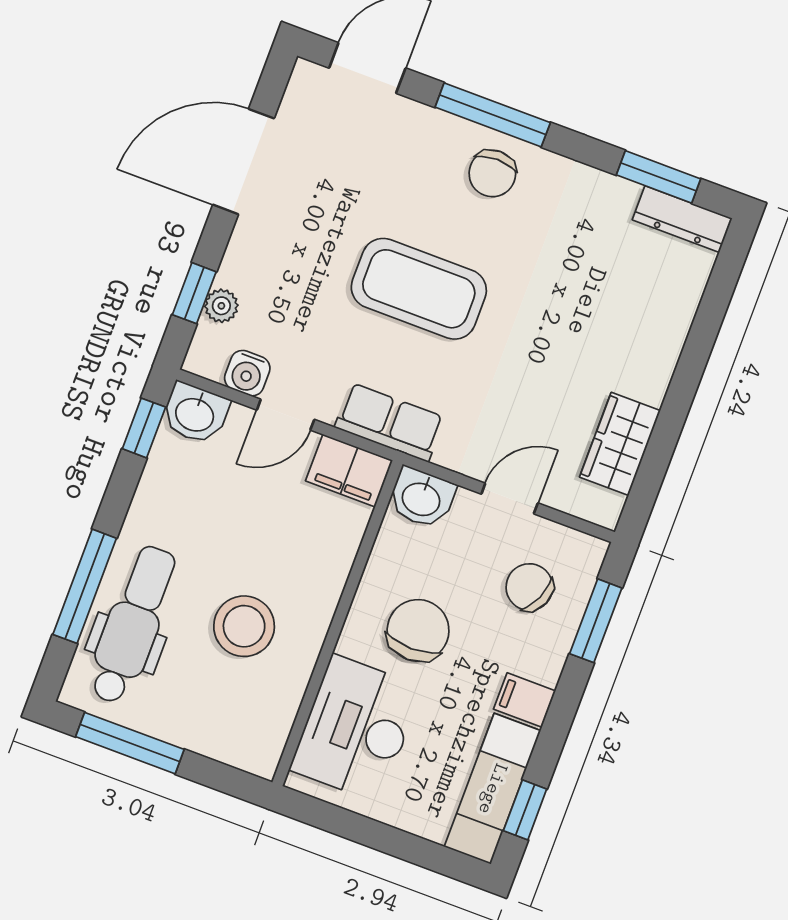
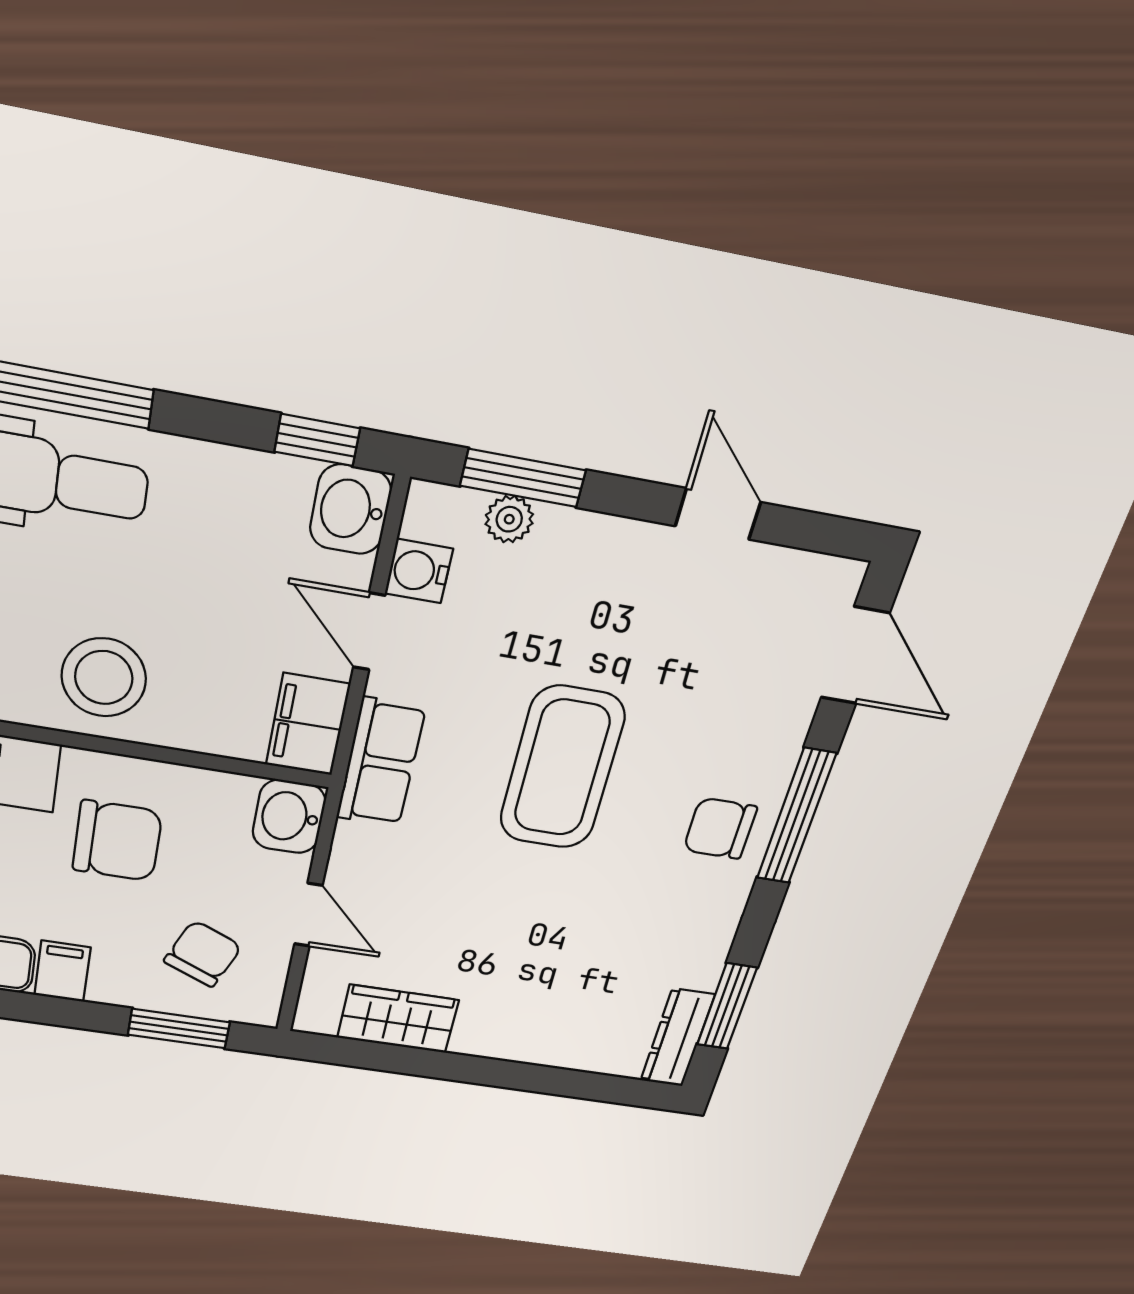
door: (243, 162) -> (718, 514), width x0.53
window: (194, 293) -> (523, 478), width x1.50
stool: (244, 626) -> (104, 678), moved

